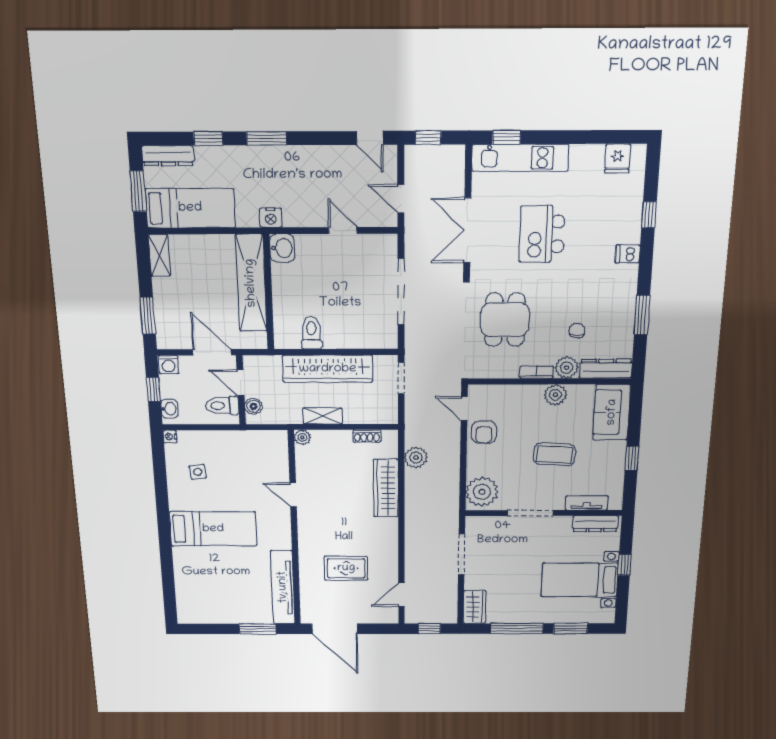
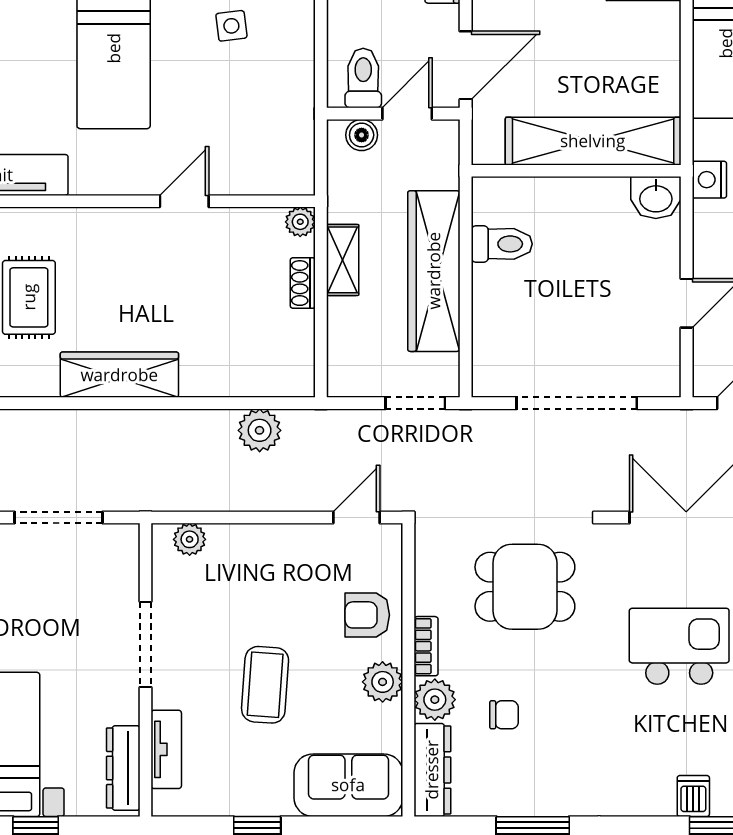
dishwasher: (628, 254) -> (693, 796), moved
armchair: (484, 432) -> (367, 615), moved
shoe rack: (367, 436) -> (303, 283), moved
wardrobe: (386, 488) -> (119, 375), moved
plant: (482, 492) -> (190, 539), width x0.53, depth x0.53

